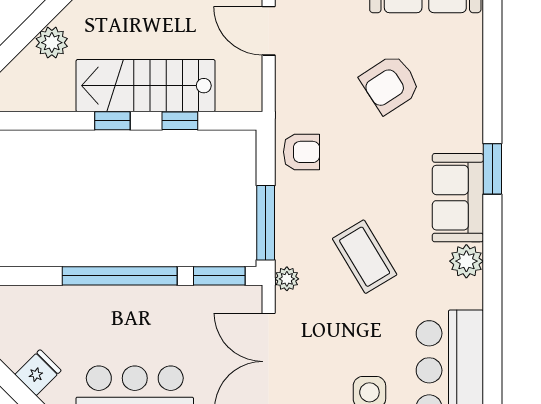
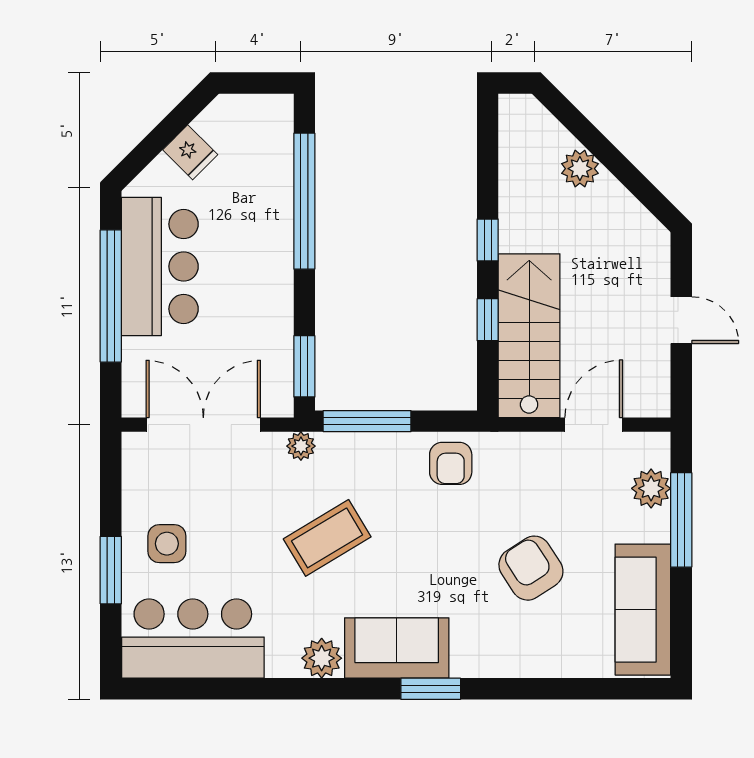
stairs: (146, 86) -> (529, 336), moved
window: (120, 276) -> (304, 201), moved

